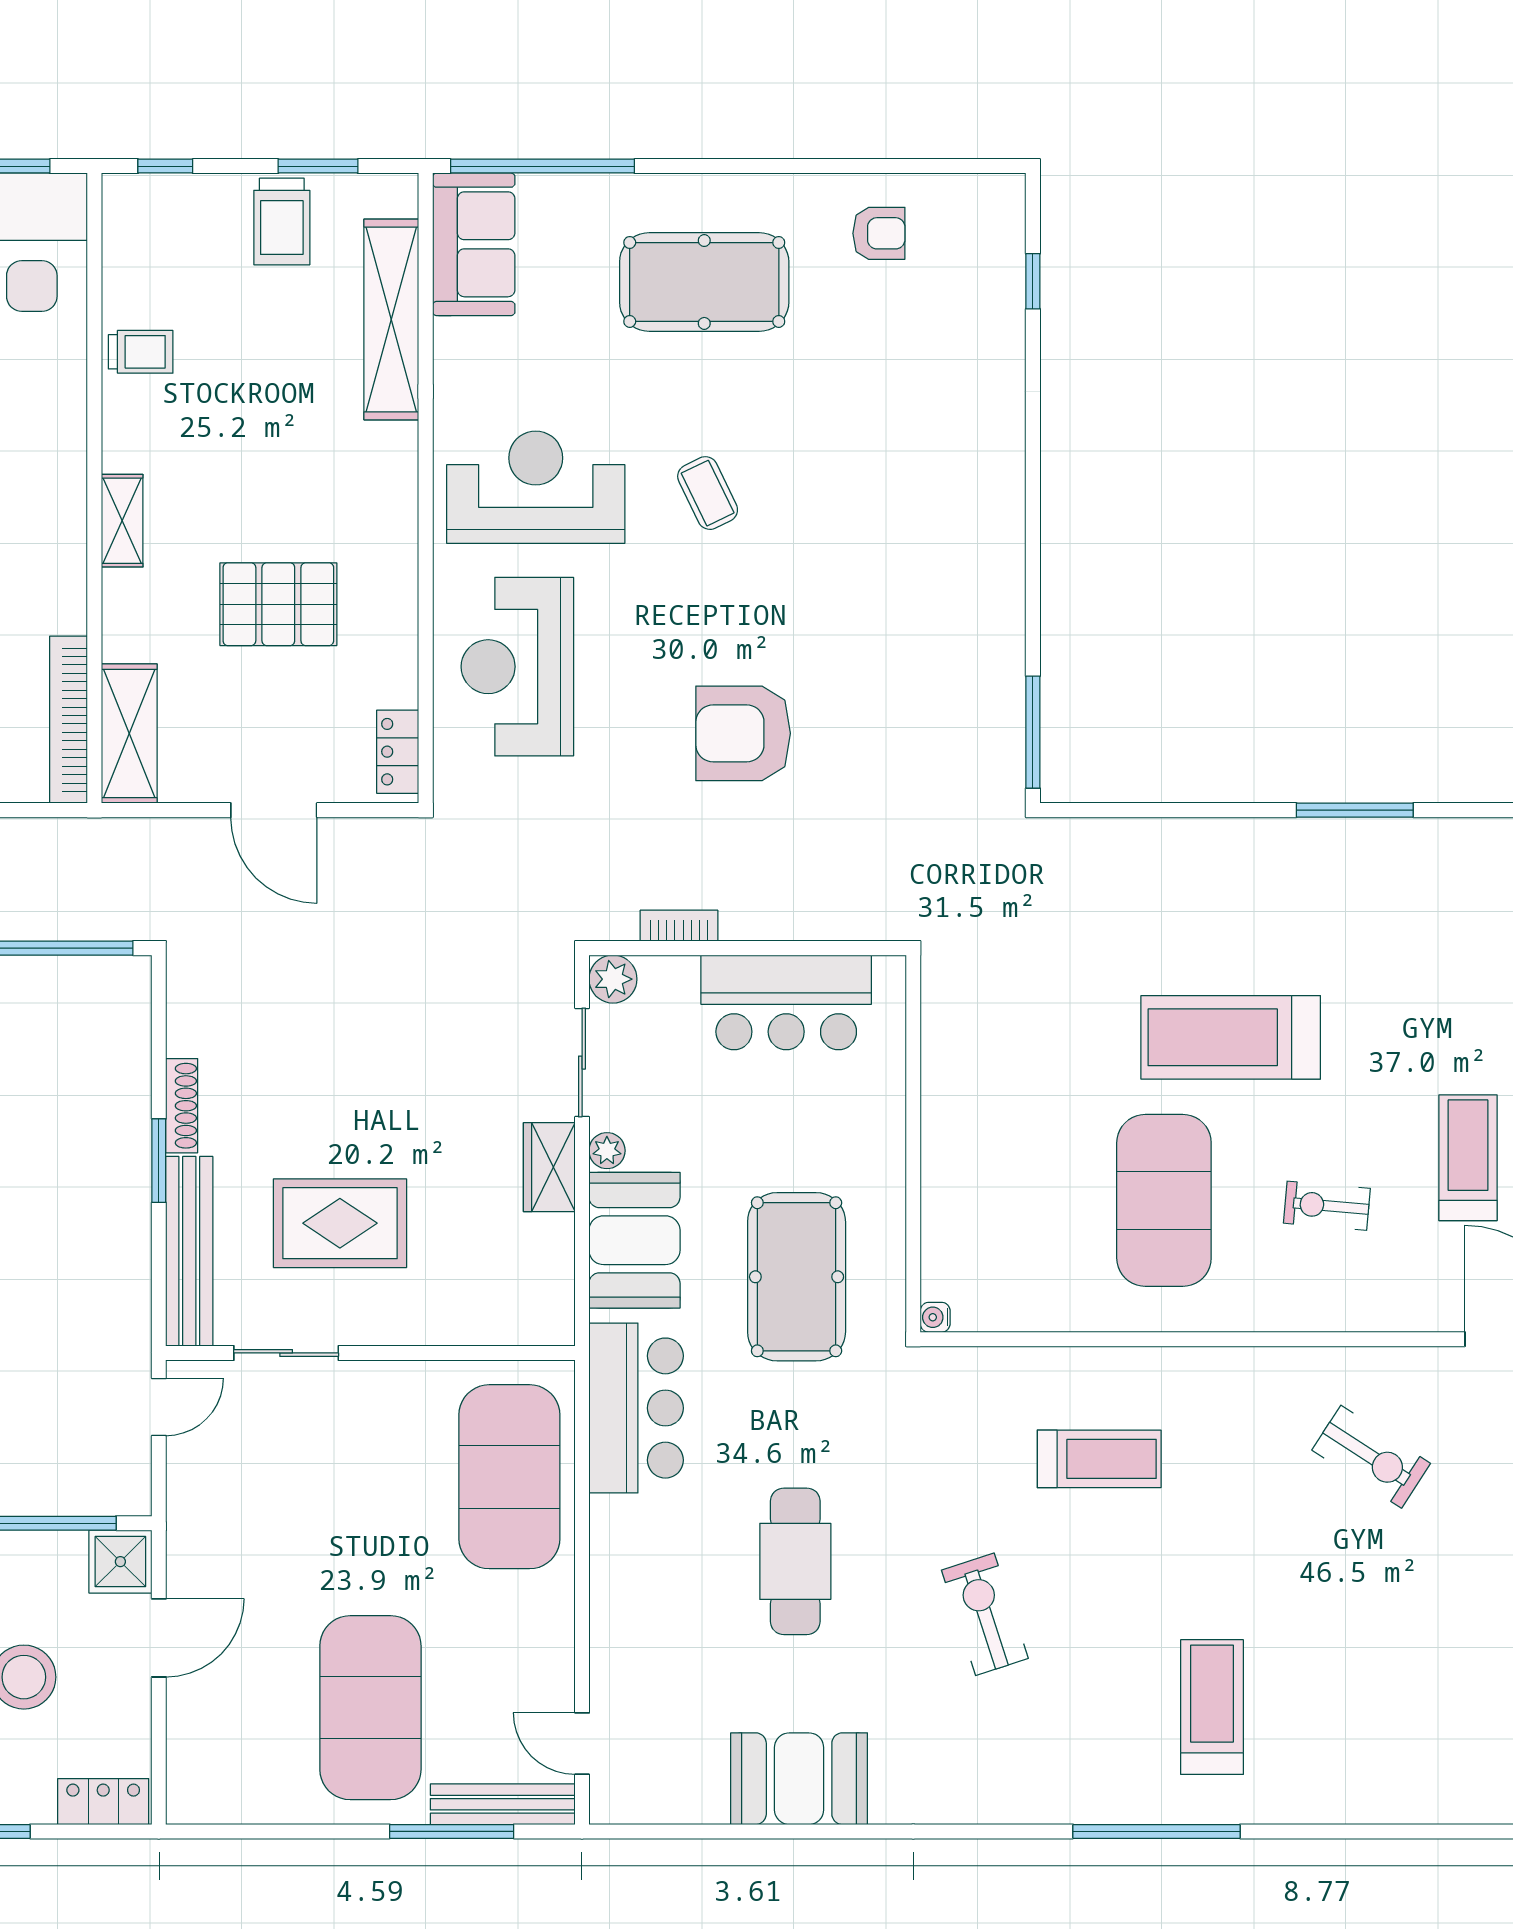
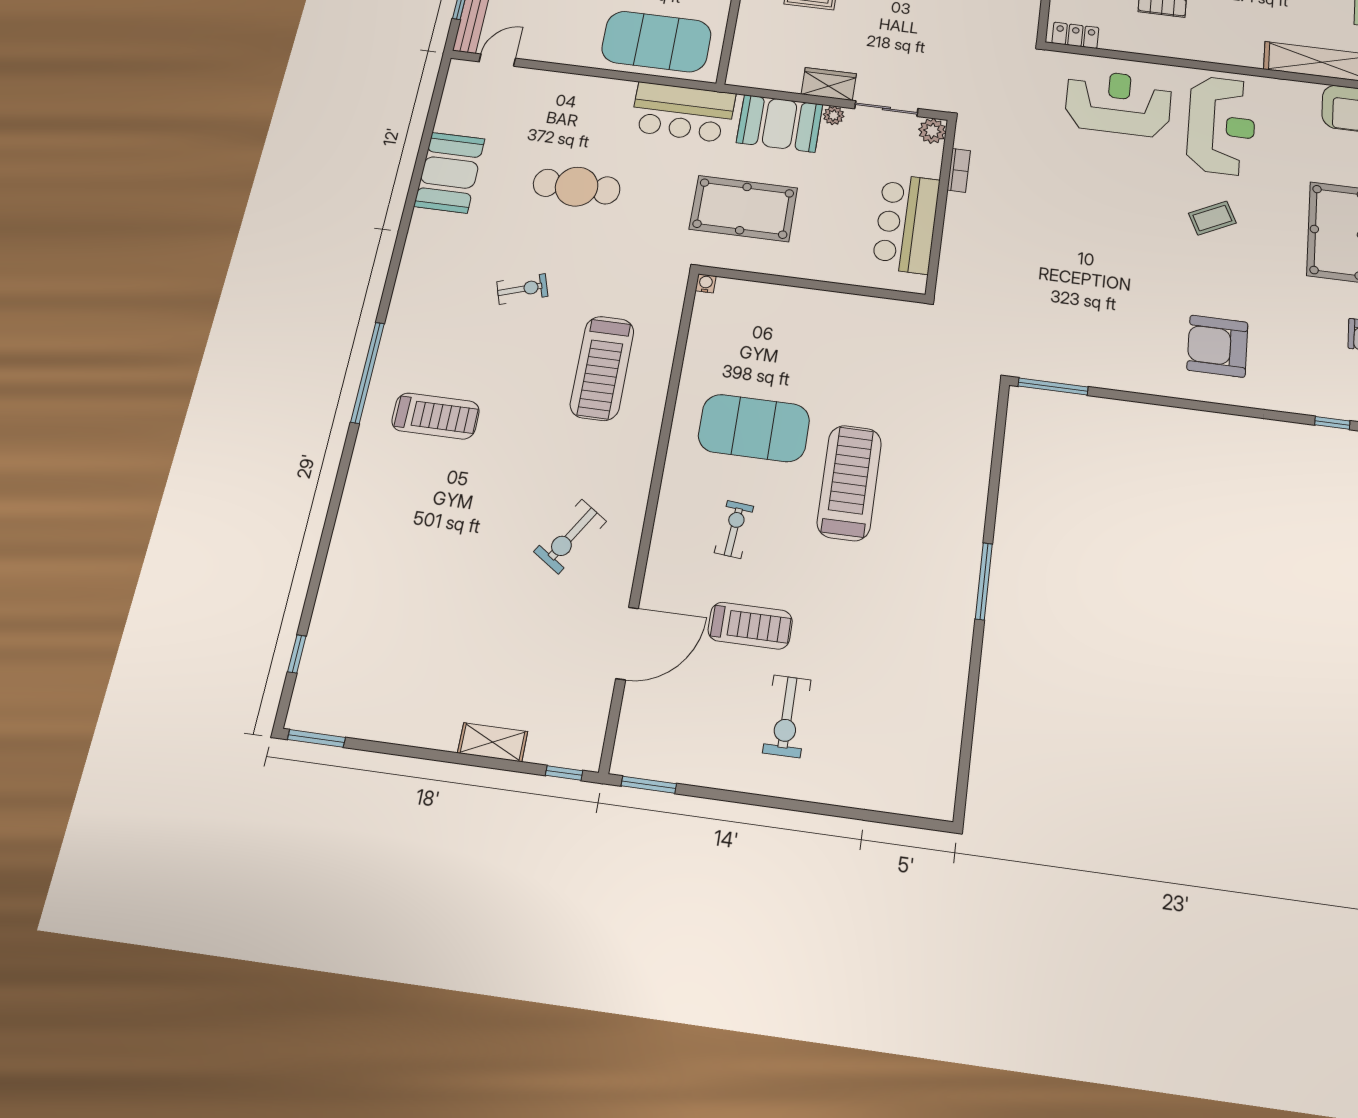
armchair: (743, 733) -> (1217, 346), moved, turned -90
treadmill: (1099, 1459) -> (602, 368), width x1.37, depth x1.38
exercise bike: (985, 1614) -> (522, 289), width x0.73, depth x0.72

